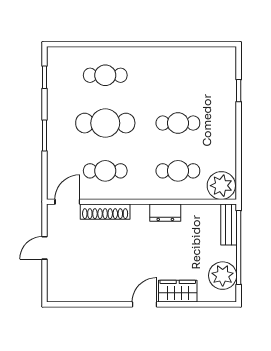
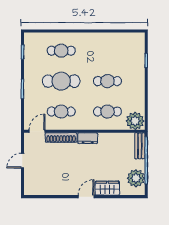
dresser: (165, 213) -> (88, 138), moved

